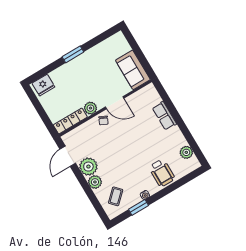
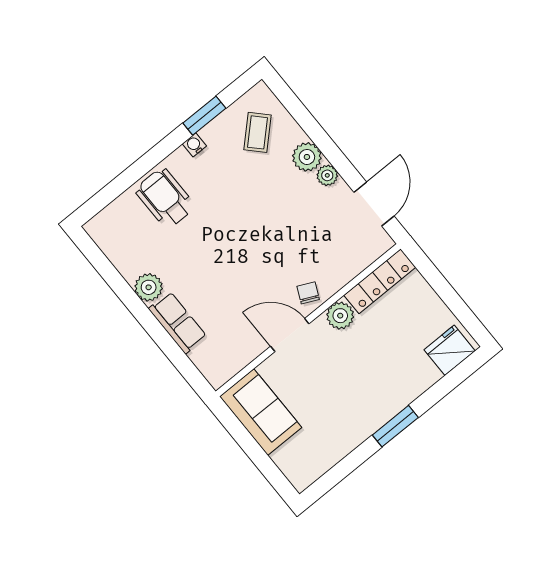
plant: (186, 152) -> (149, 287), moved
plant: (88, 167) -> (327, 175), width x0.53, depth x0.53

